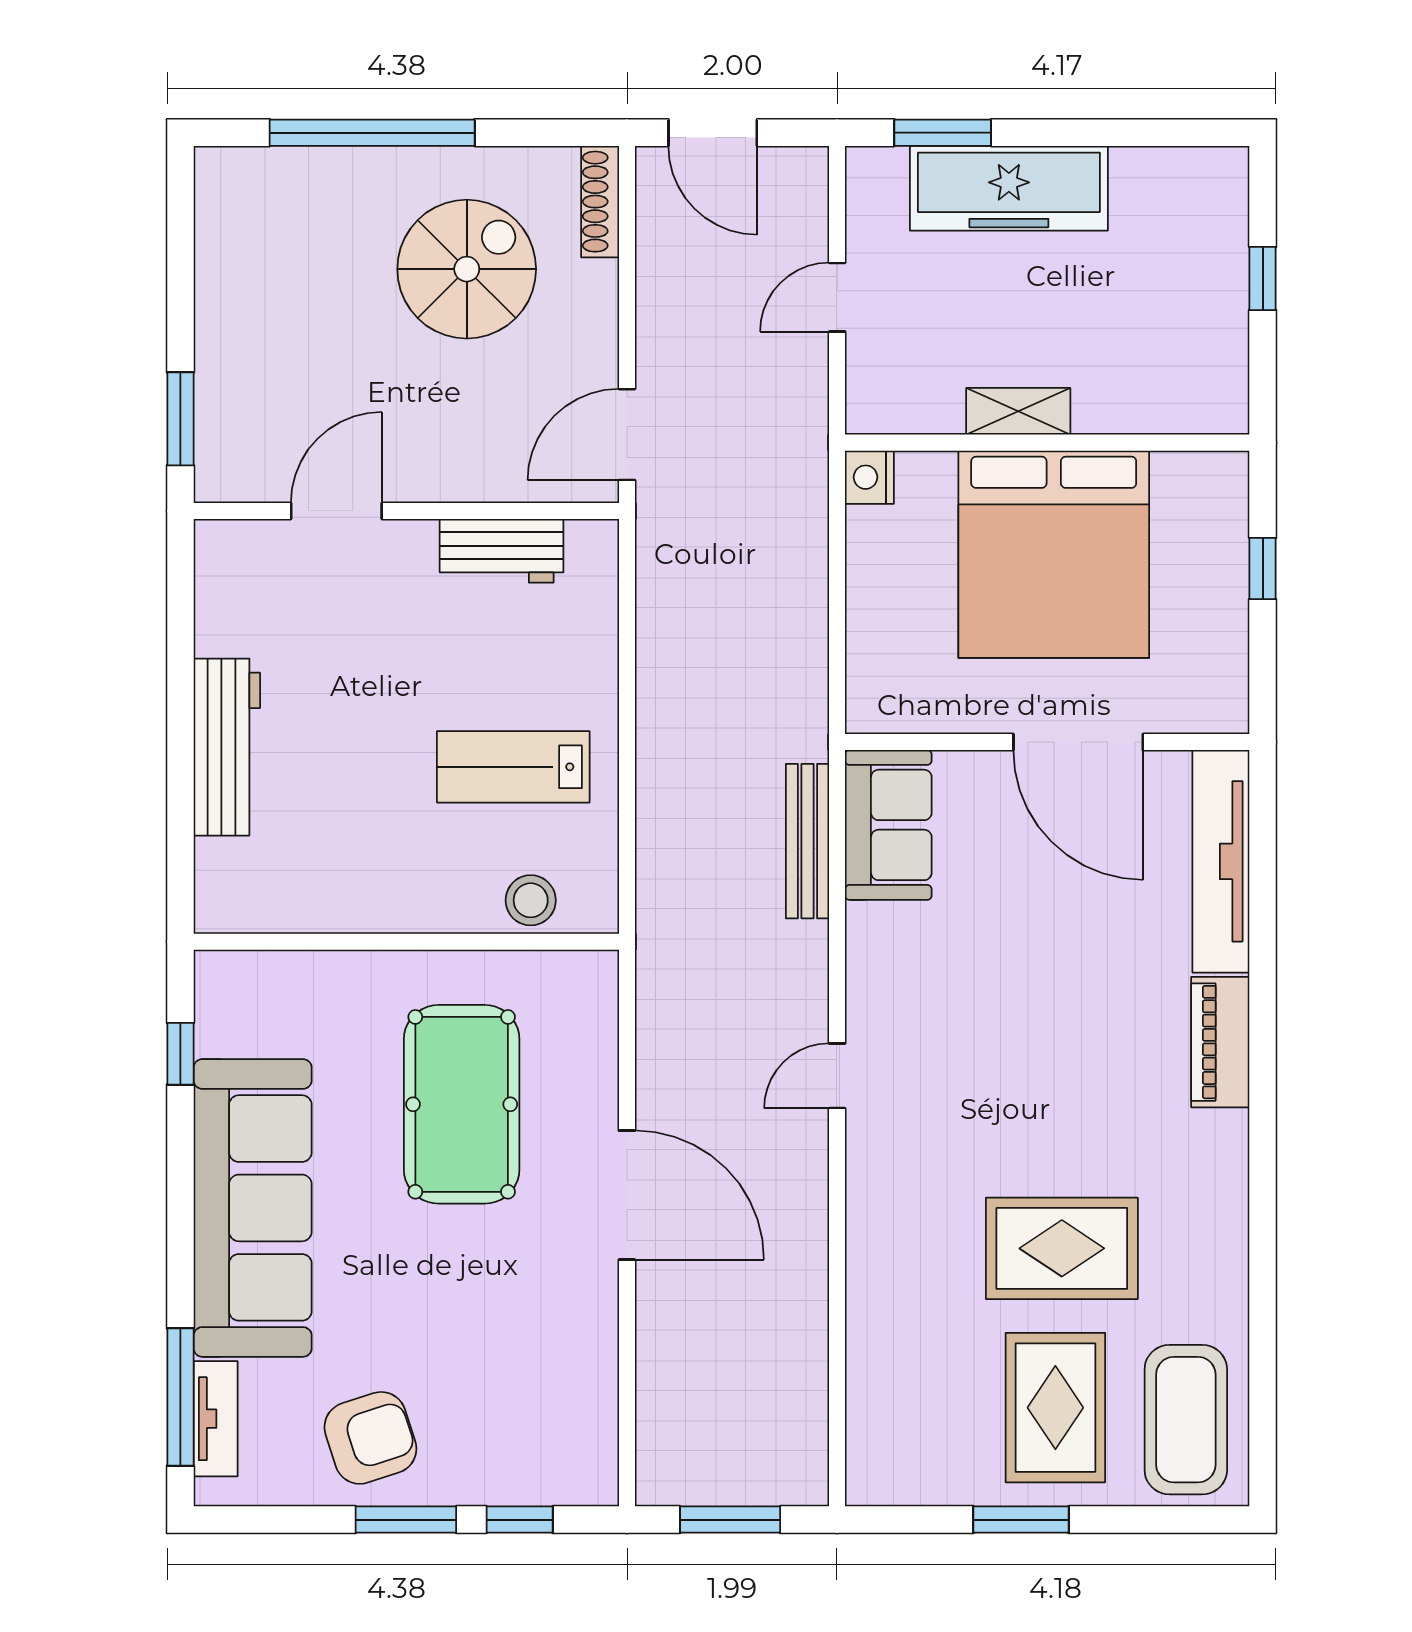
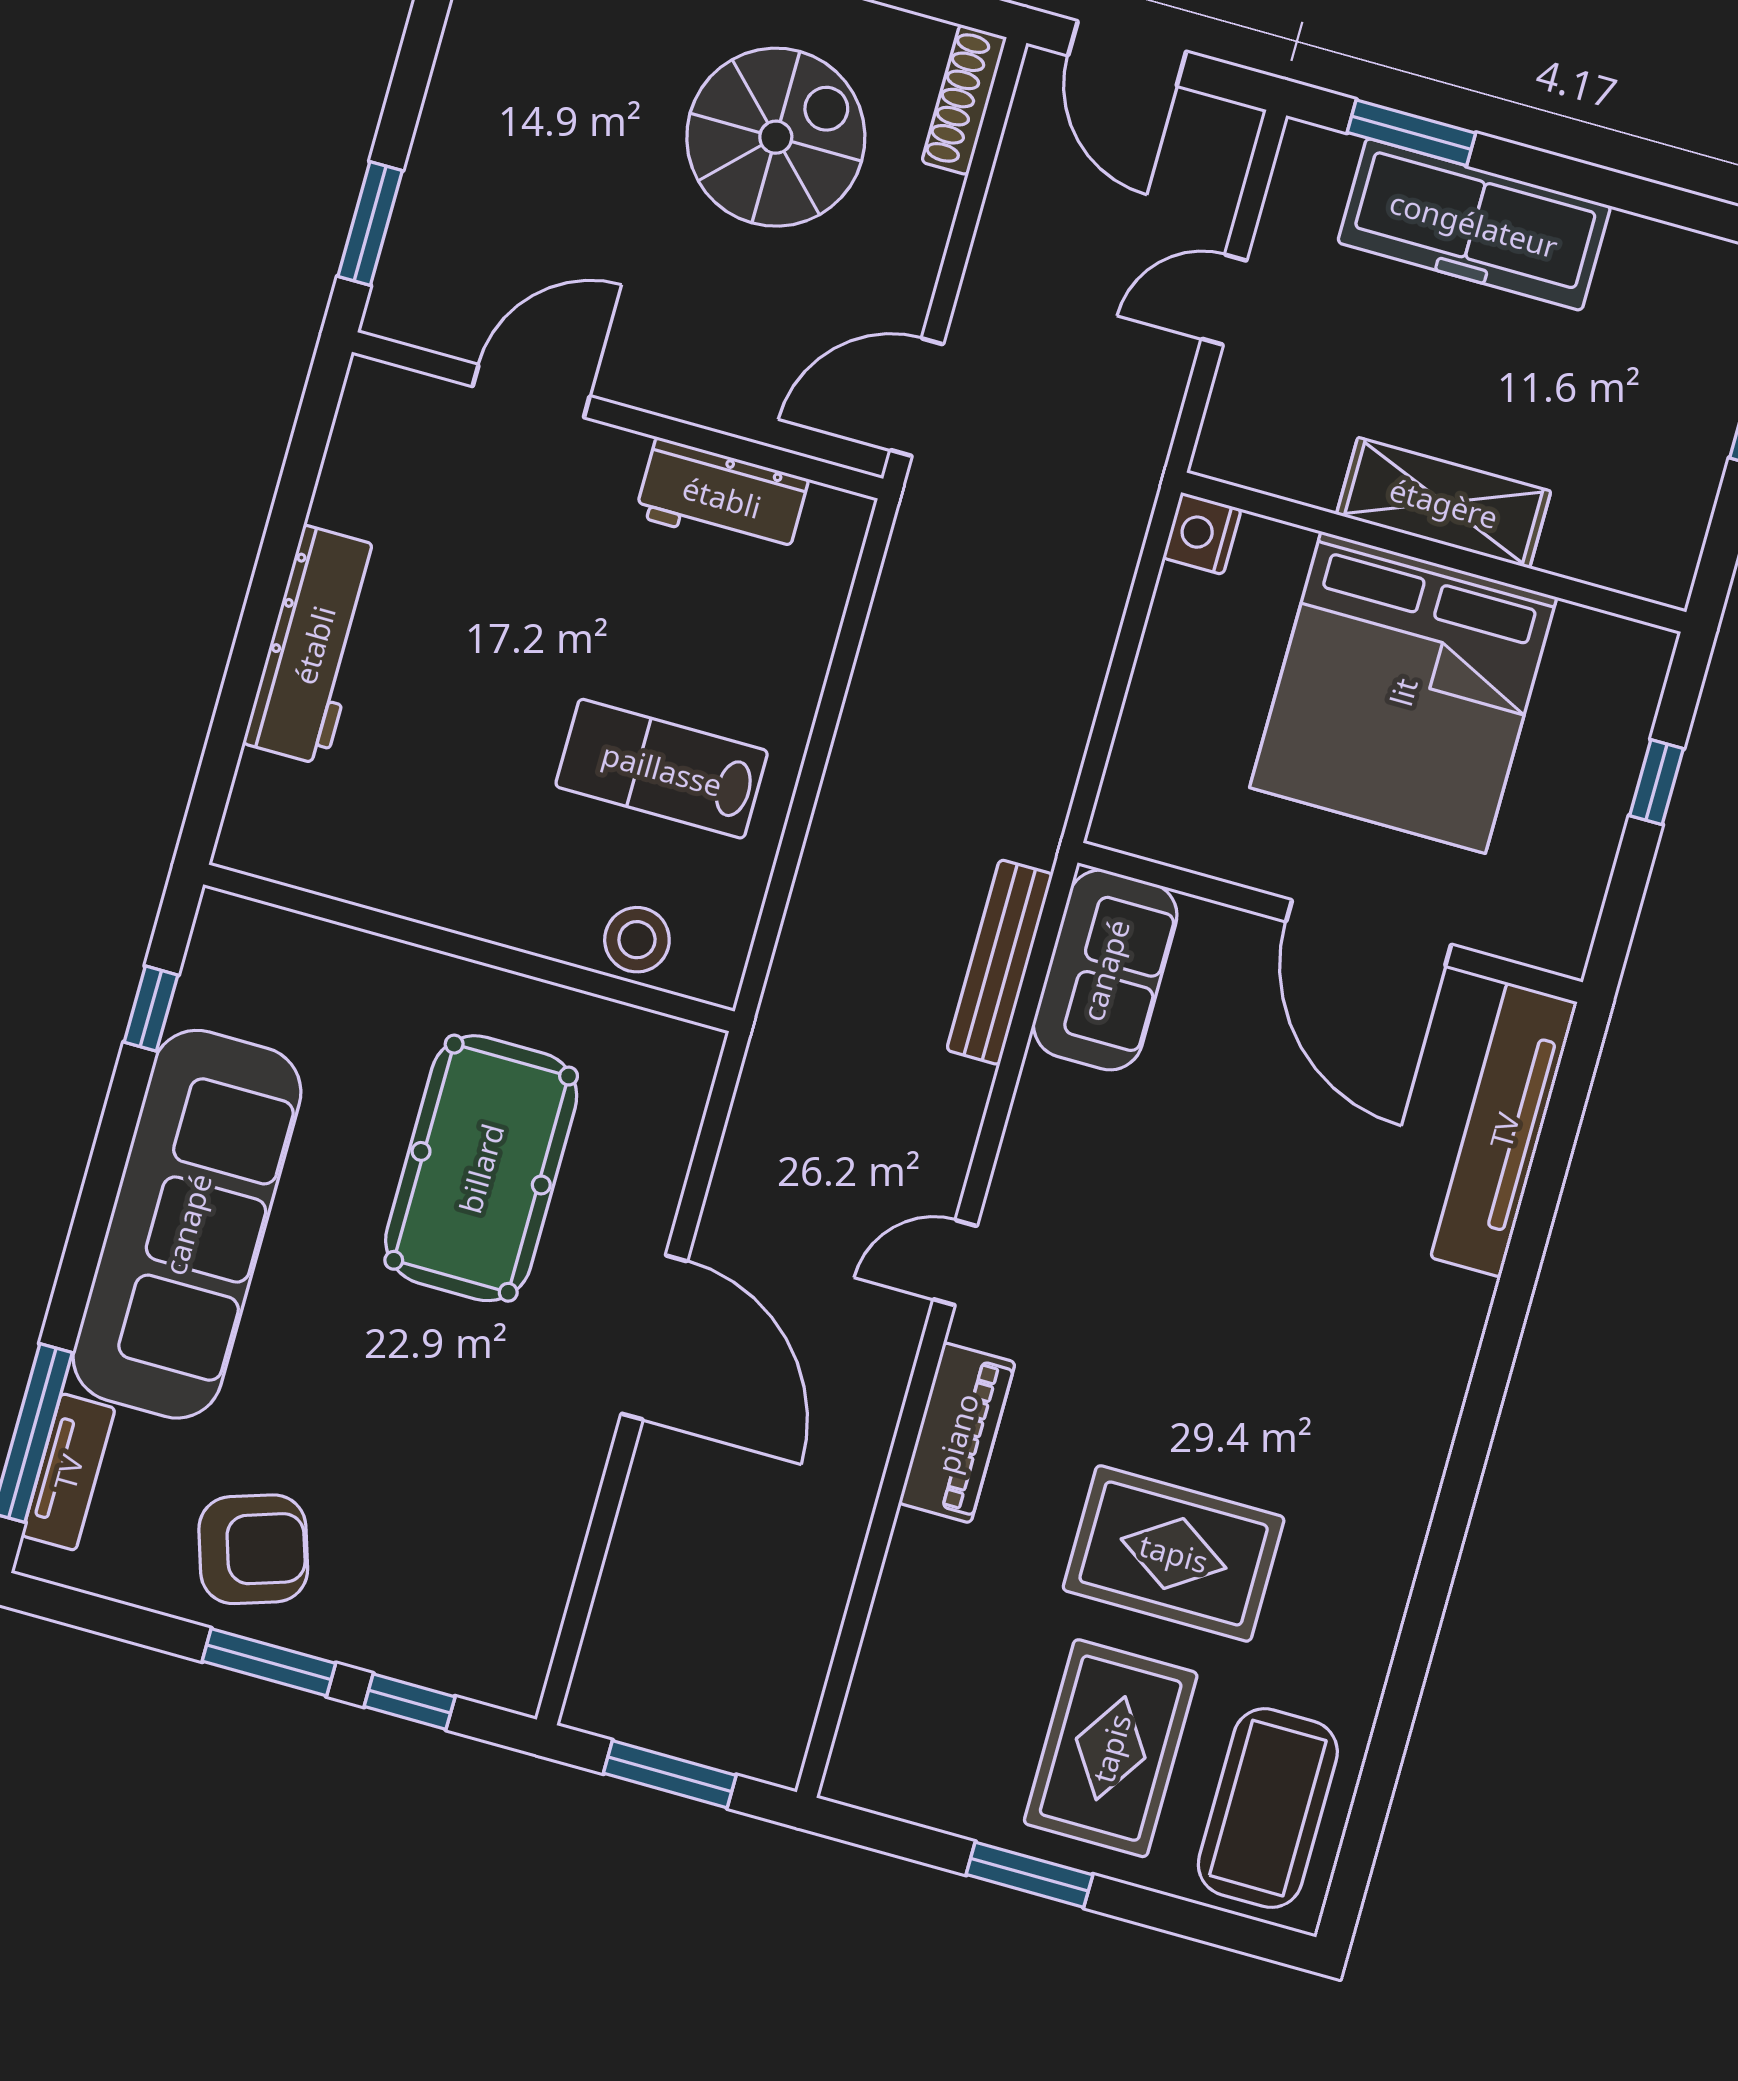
shelving: (1018, 411) -> (1444, 503), width x1.50, depth x1.33
piano: (1220, 1042) -> (957, 1433), moved, turned 180

